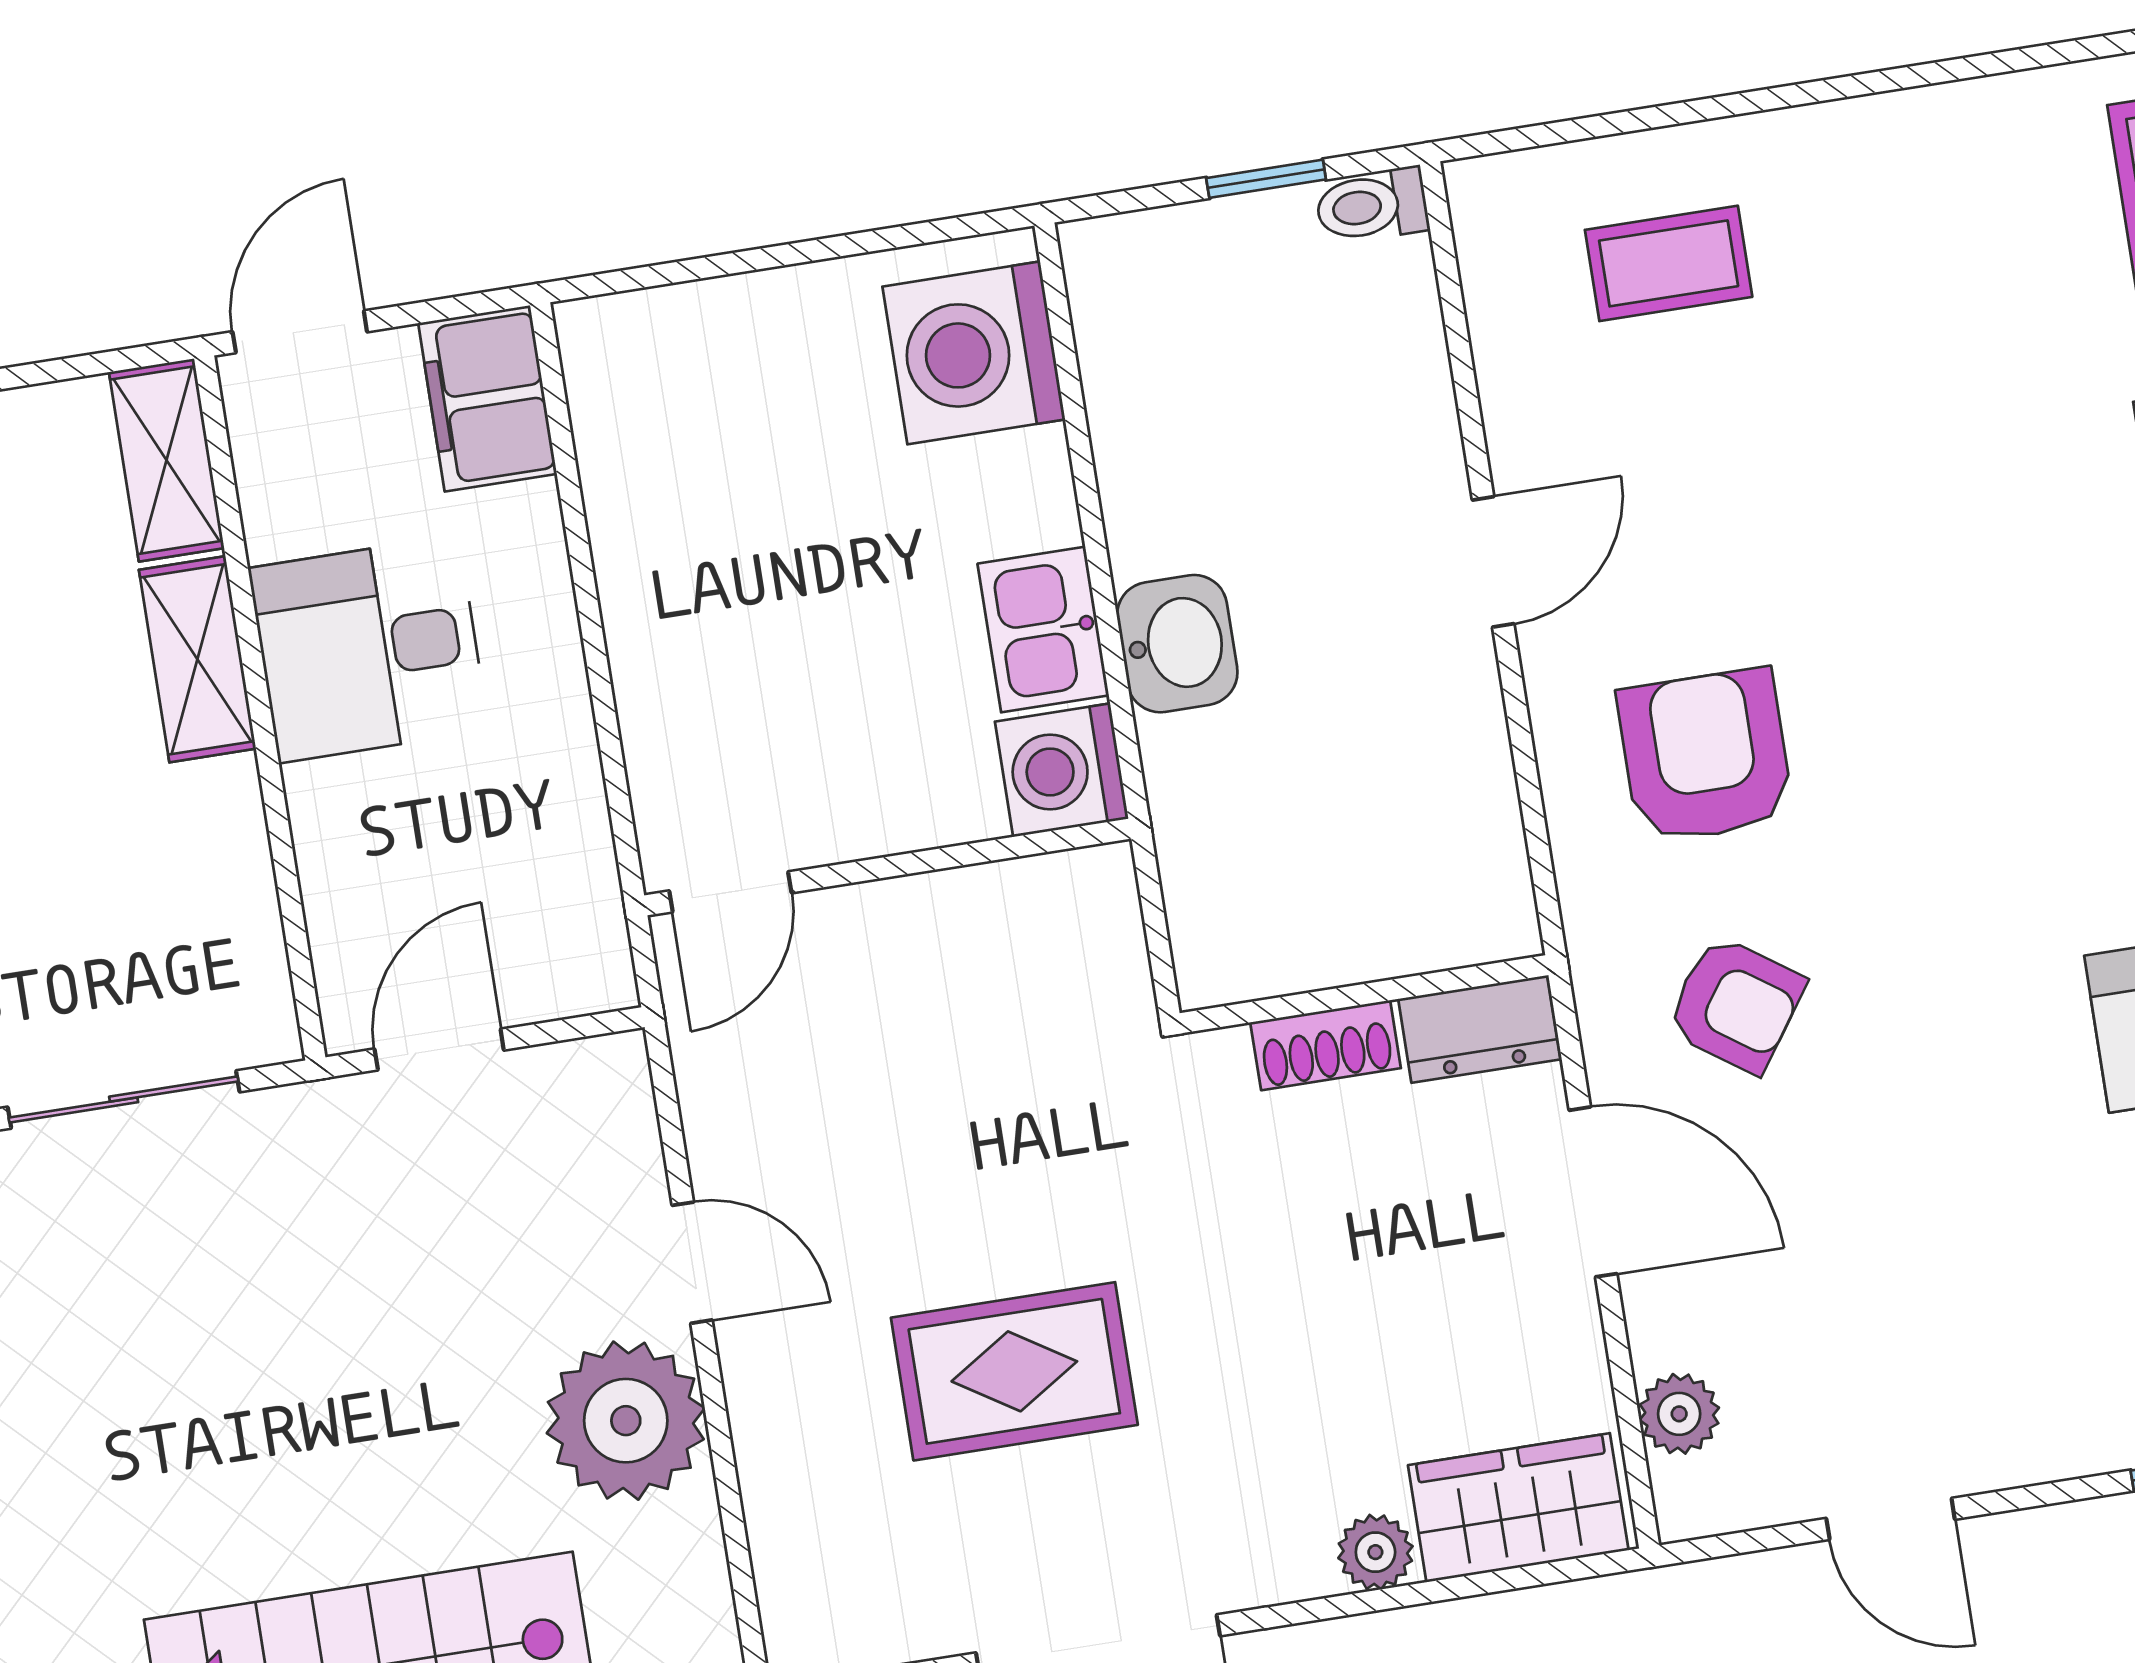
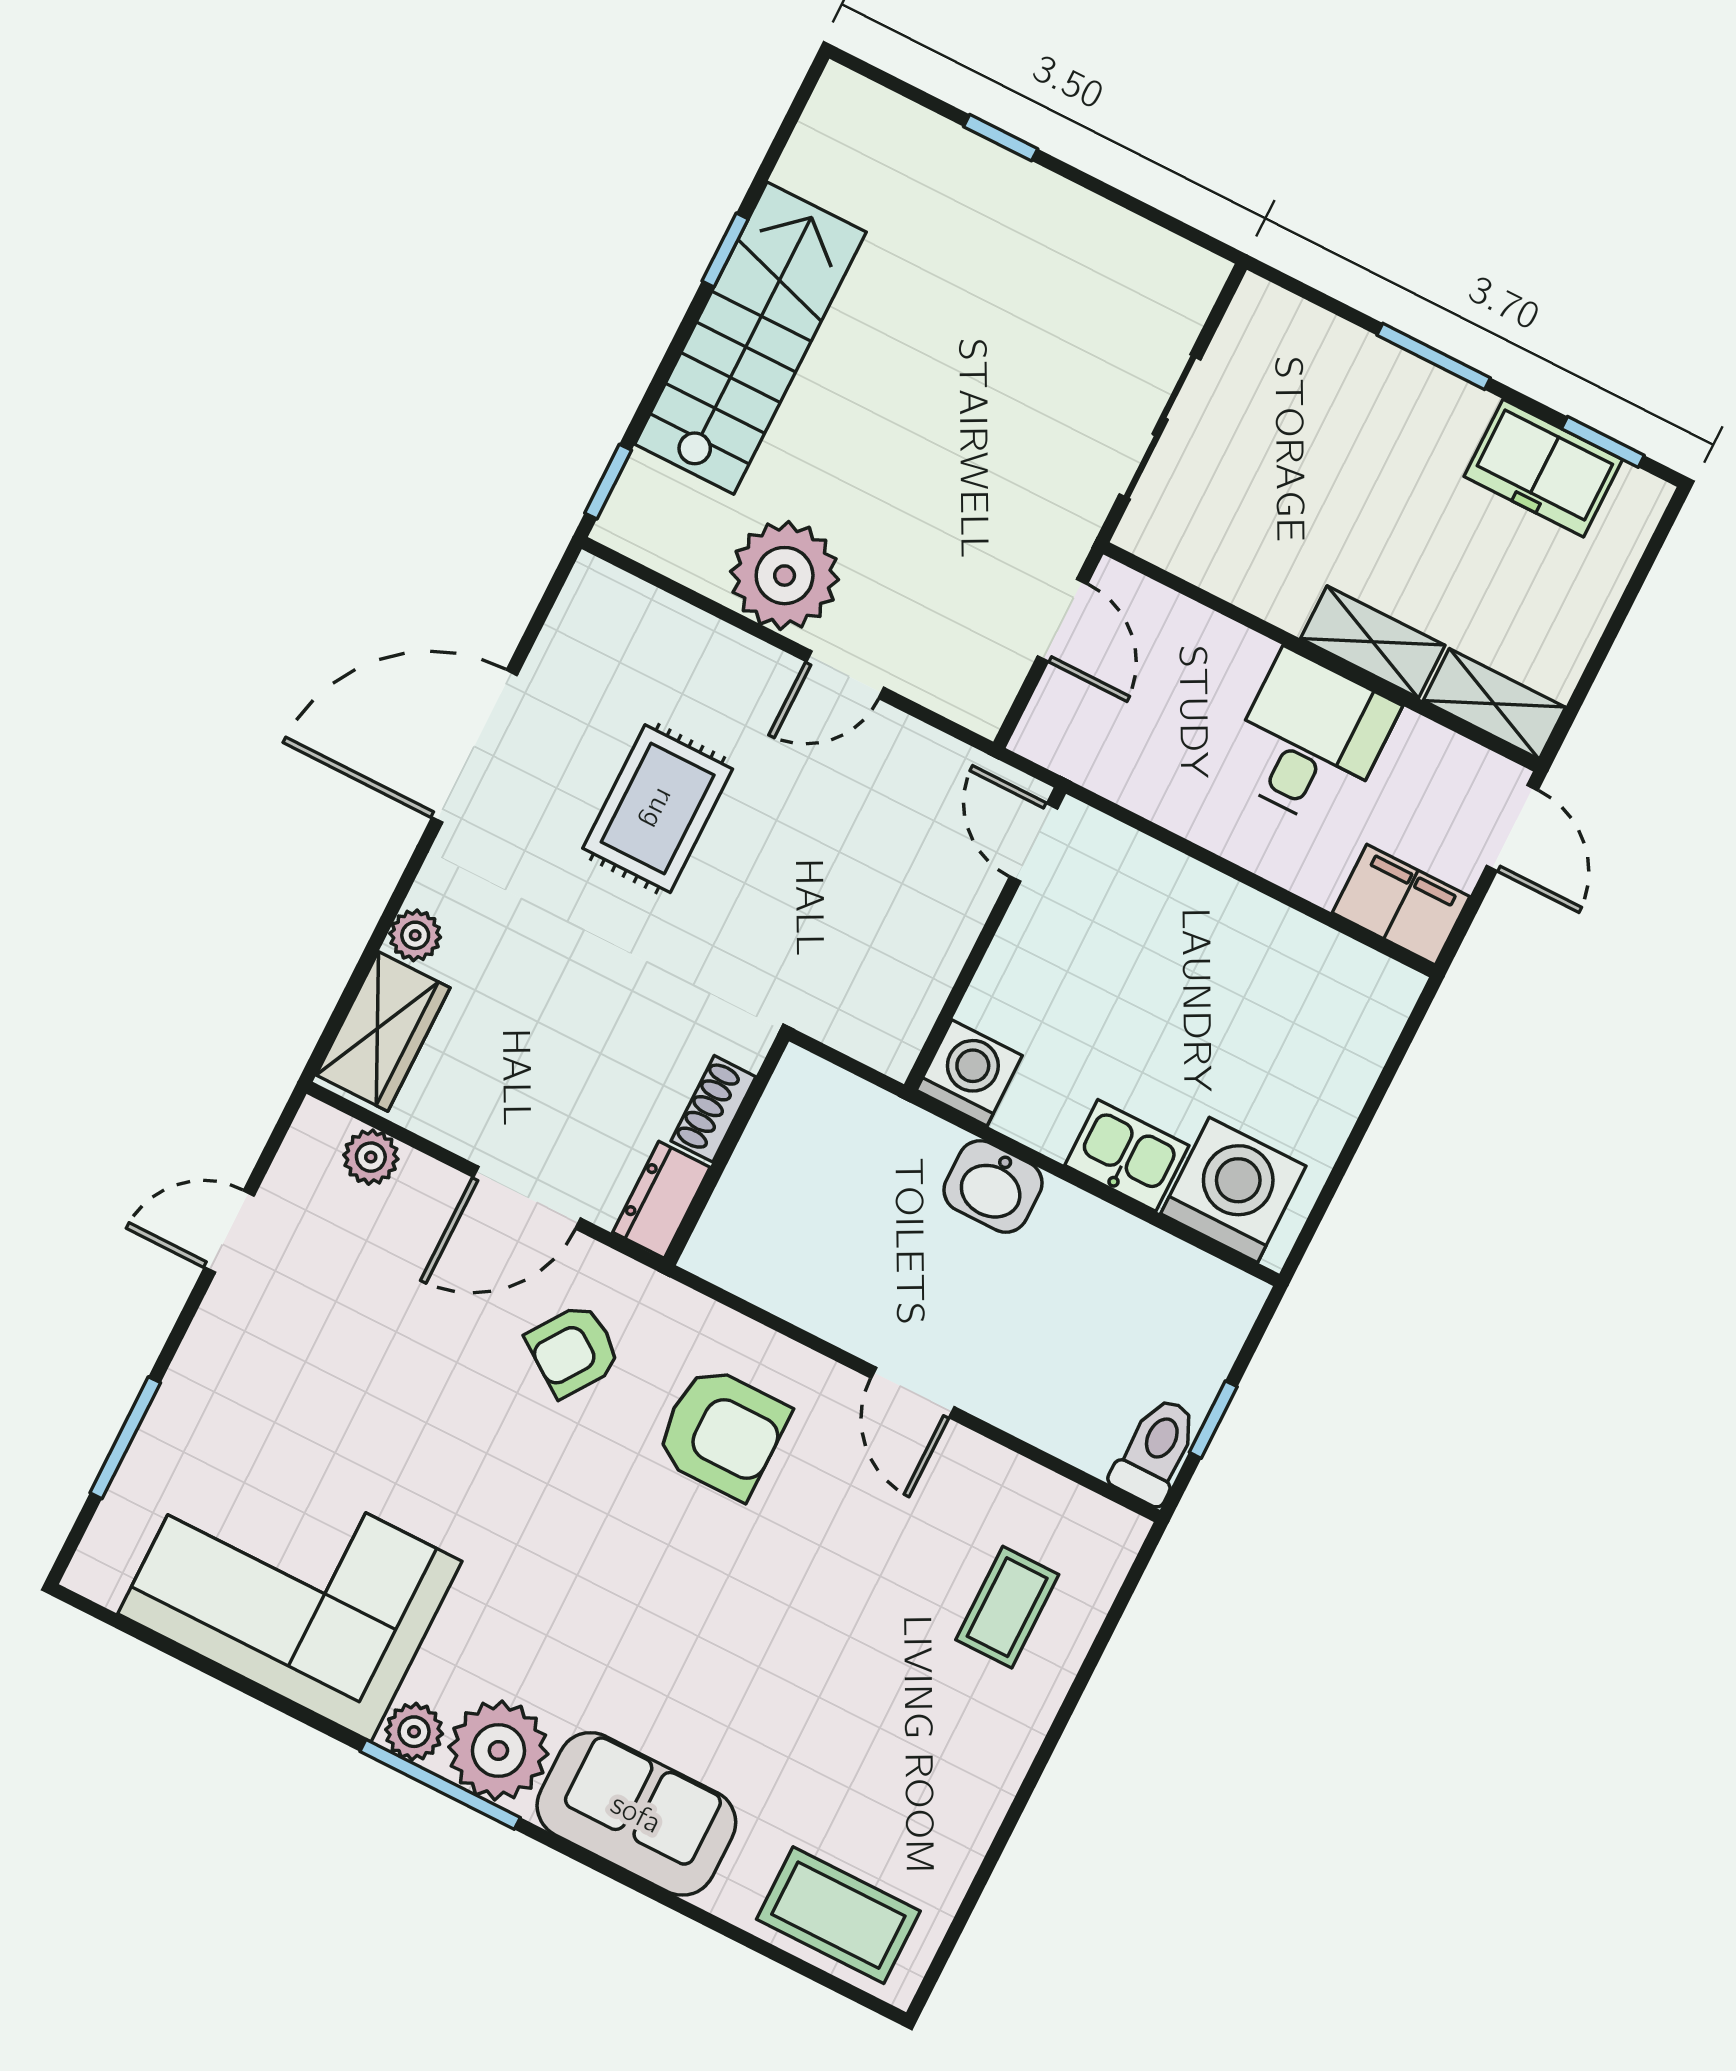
toilet: (1372, 206) -> (1155, 1451), width x1.37, depth x1.39
kitchen sink: (1043, 630) -> (1127, 1155), moved

